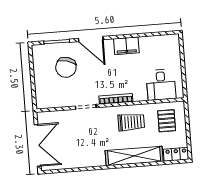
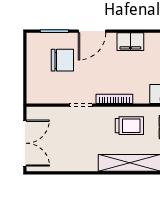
door: (91, 39) -> (92, 31), hinge flipped
chair: (66, 67) -> (62, 60), turned -106

